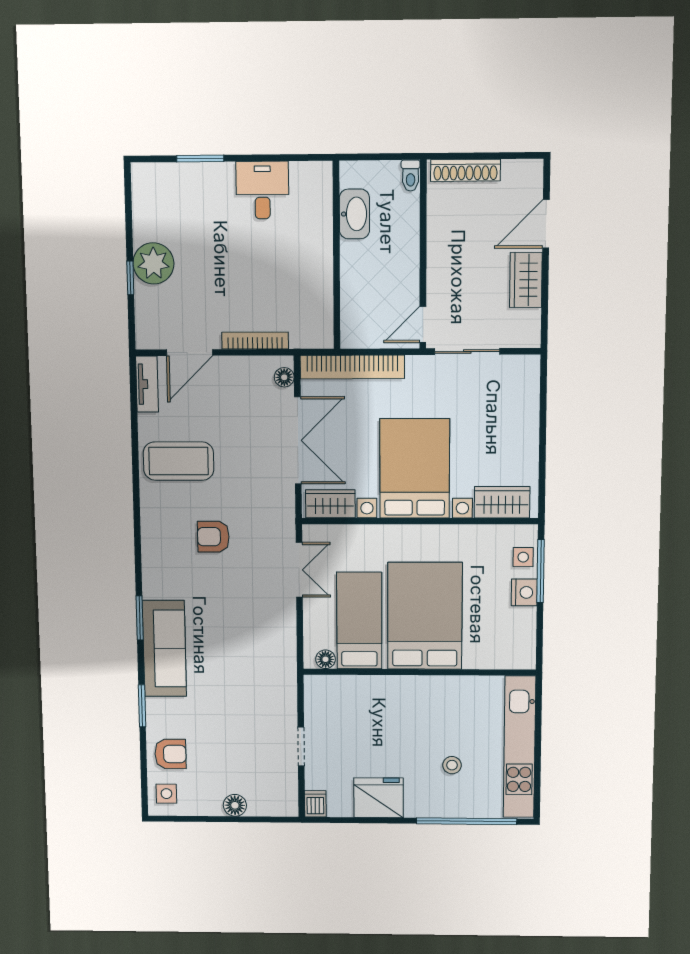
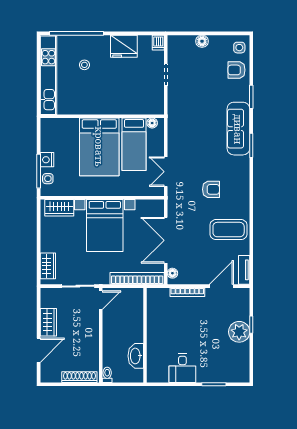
wardrobe: (330, 504) -> (48, 266), moved, turned -90

